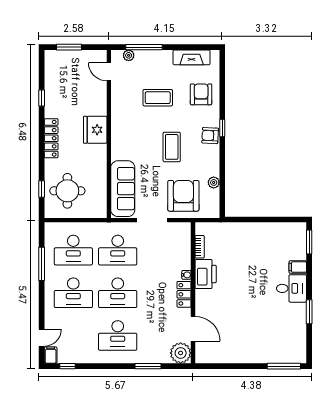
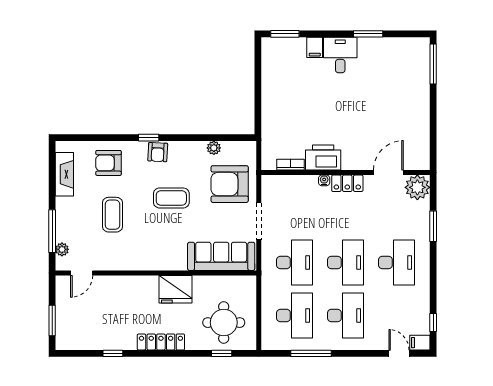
fridge: (95, 130) -> (175, 289), moved

